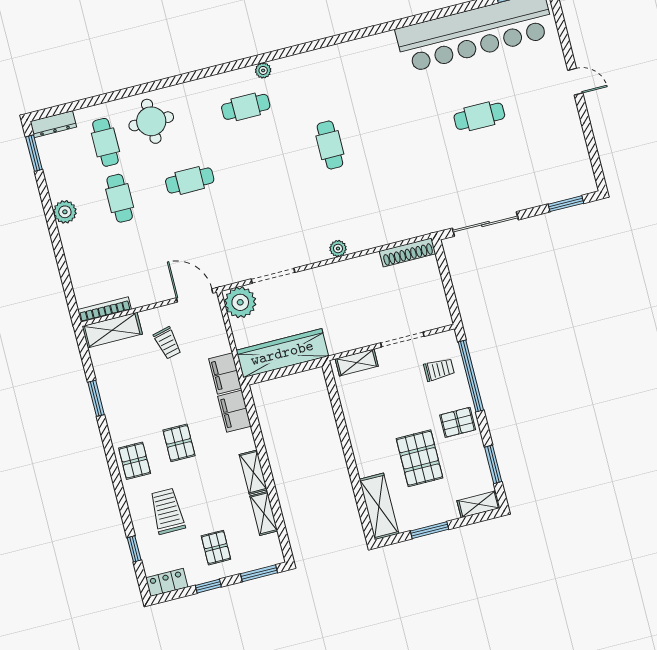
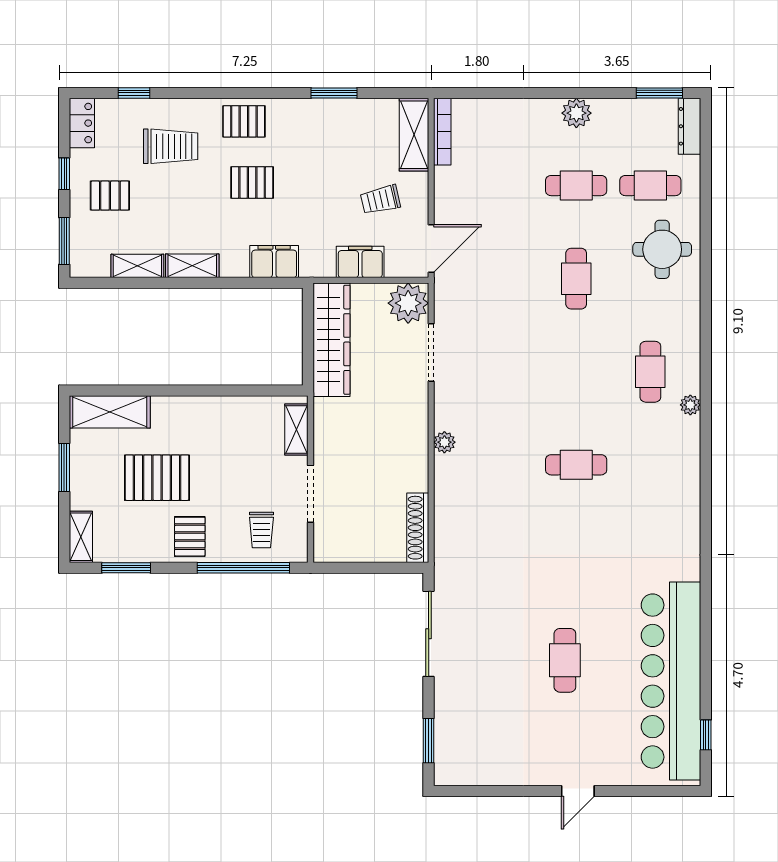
filing cabinet: (225, 373) -> (360, 262), moved

